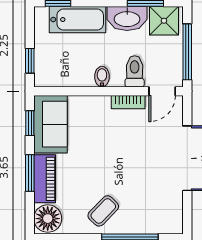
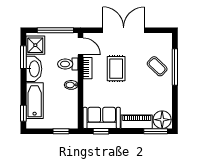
rug: (127, 147) -> (116, 69), added
window: (30, 173) -> (156, 131), moved
coffee table: (103, 211) -> (157, 66), moved

